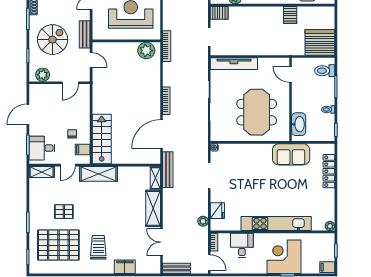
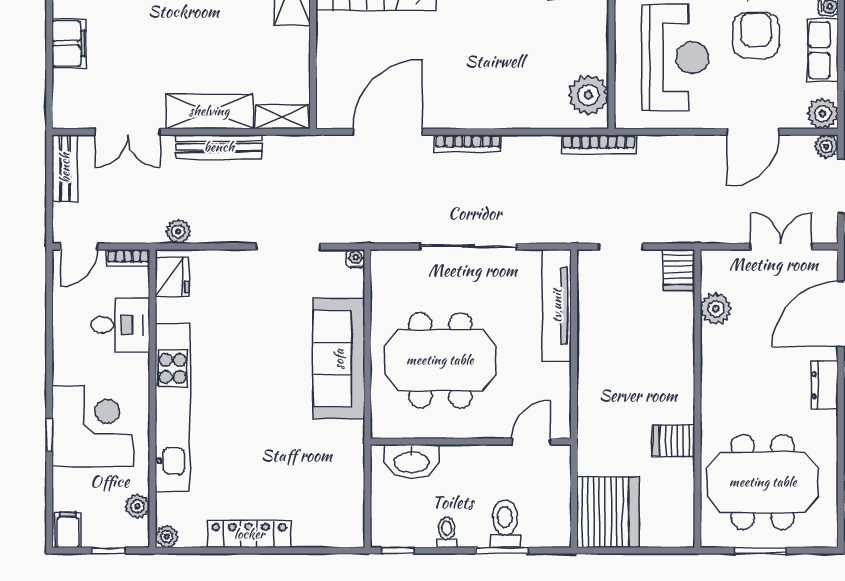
toilet: (325, 71) -> (505, 524), moved
door: (162, 134) -> (388, 132), hinge flipped
sofa: (291, 154) -> (339, 359), moved, width x1.36
bench: (168, 170) -> (219, 147), moved
locker: (329, 171) -> (249, 534), moved
fridge: (217, 211) -> (172, 277), moved, turned -90
plant: (317, 238) -> (137, 506), added
double door: (162, 242) -> (128, 132), swing flipped

